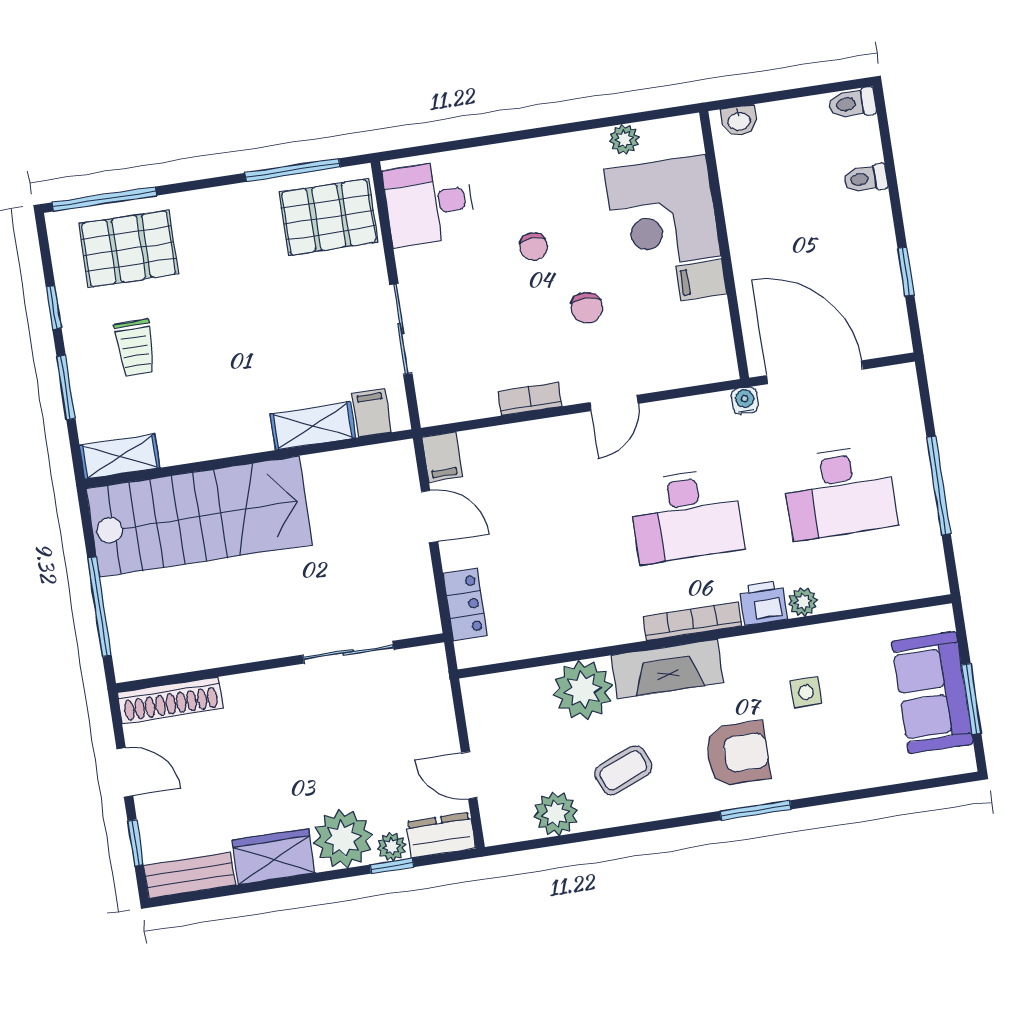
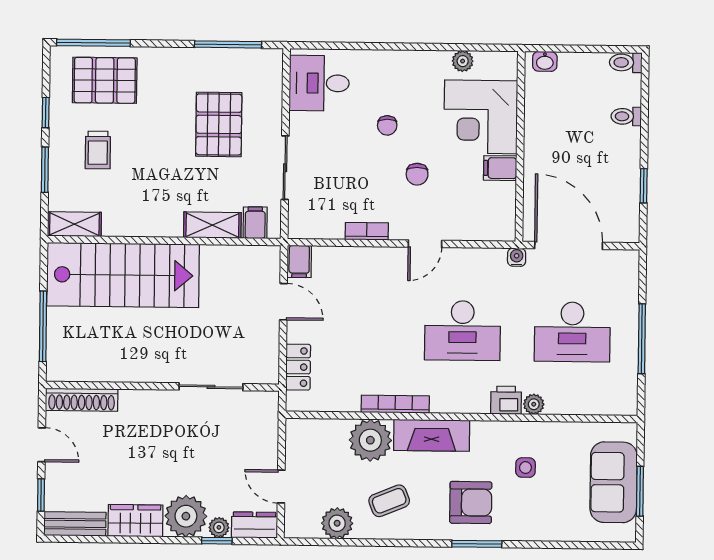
pallet: (329, 217) -> (219, 124), moved, turned 90
bookcase: (692, 621) -> (395, 404), moved

